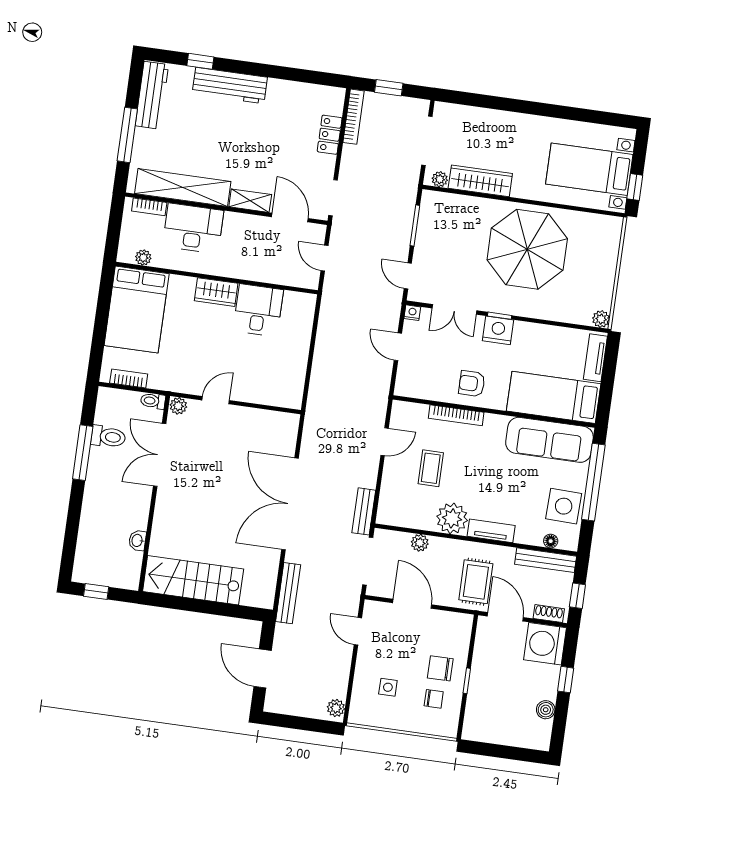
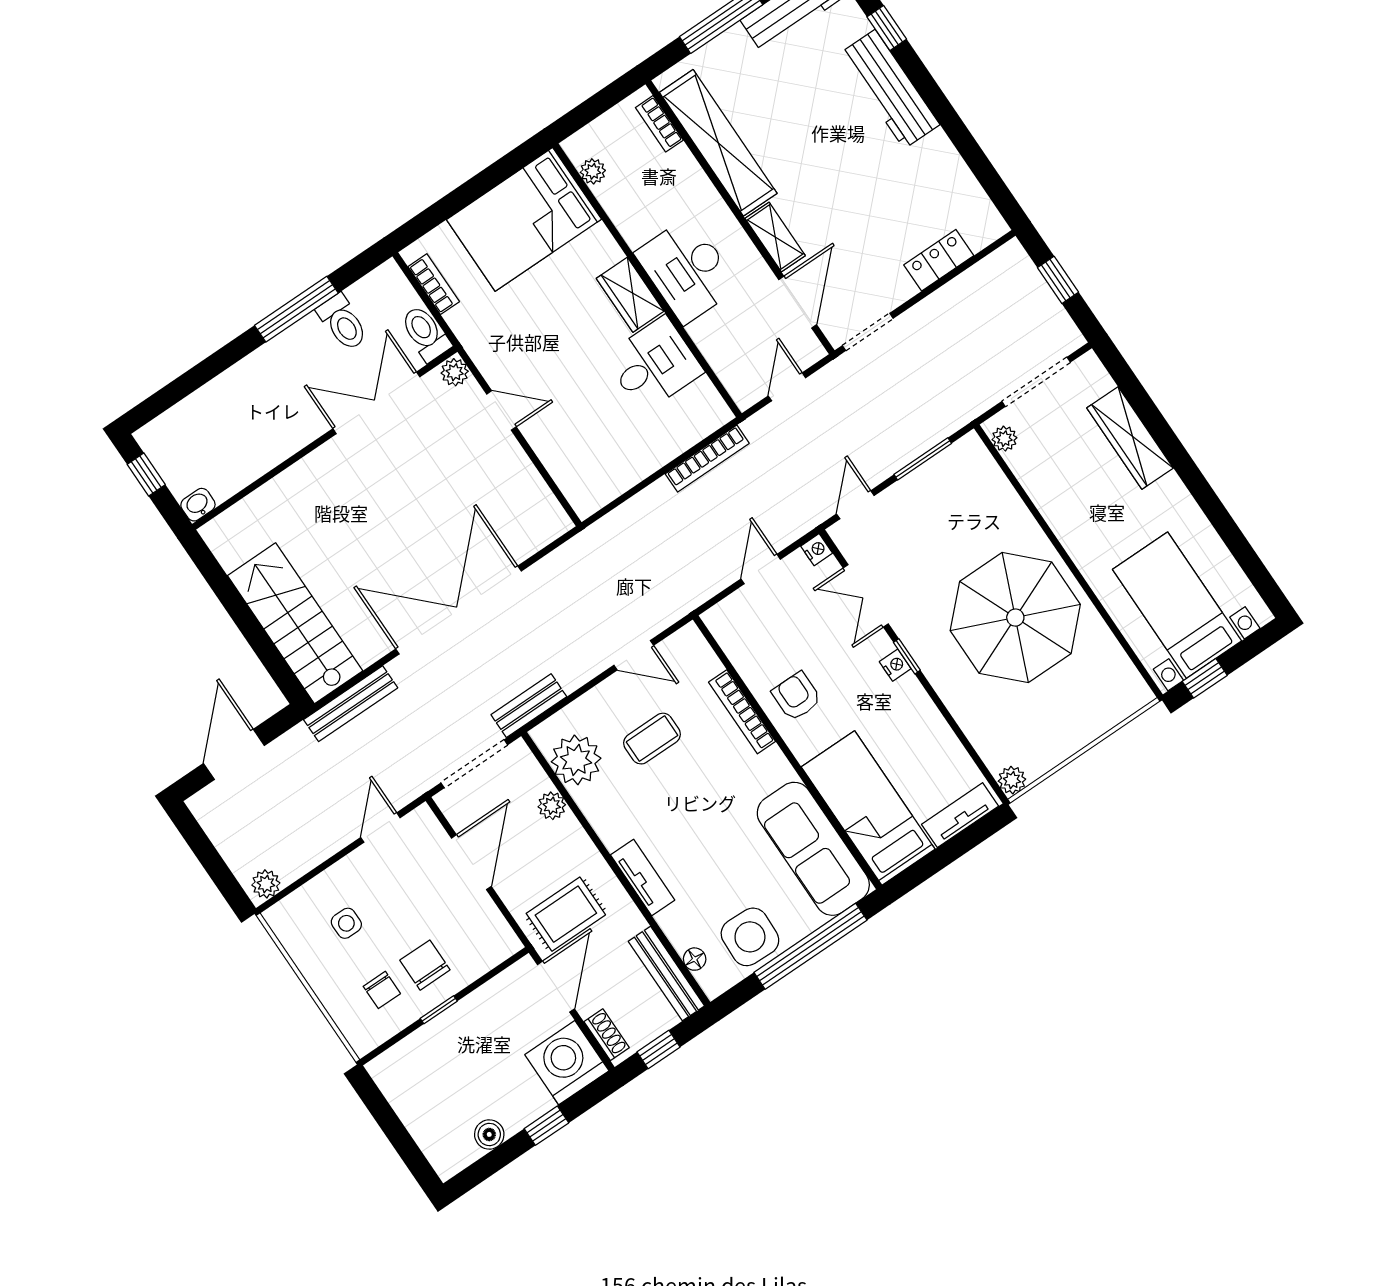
bookcase: (354, 117) -> (707, 459), moved
wardrobe: (480, 181) -> (1130, 438), moved, turned 180
desk: (193, 228) -> (687, 270), moved, turned 180
nightstand: (498, 330) -> (895, 665), width x0.53, depth x0.56
toilet: (153, 401) -> (425, 333), width x1.37, depth x1.39
plant: (452, 518) -> (576, 760), moved
washbasin: (137, 540) -> (198, 505), moved
stairs: (193, 580) -> (295, 623), moved

